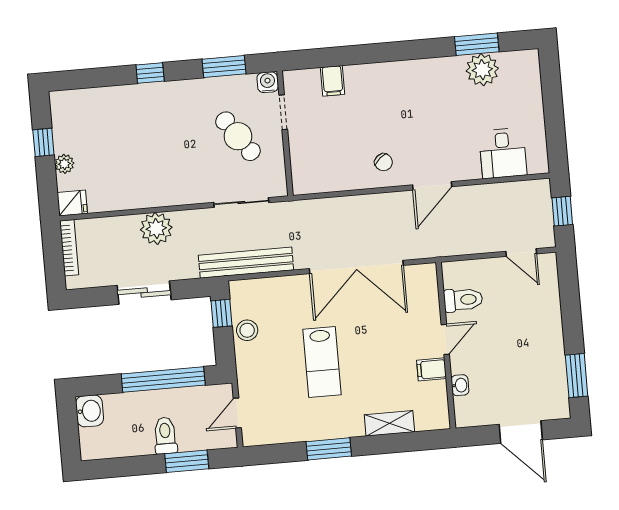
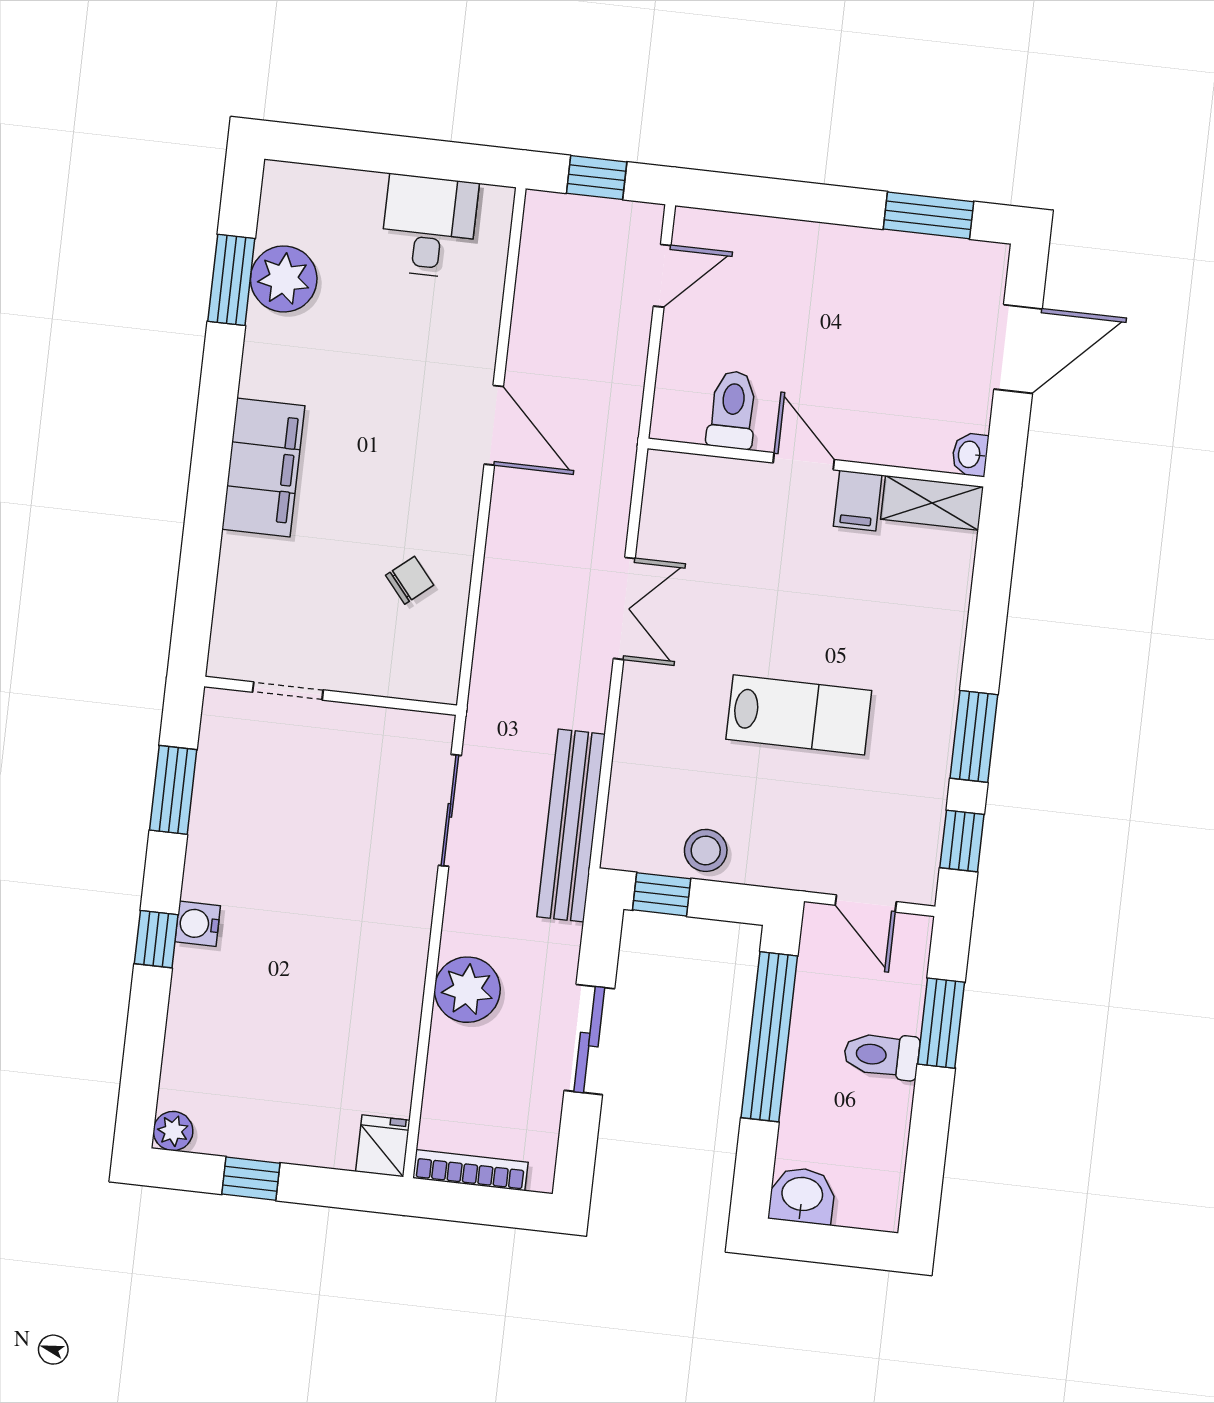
filing cabinet: (333, 81) -> (263, 468), moved, width x3.00, depth x1.17
water cooler: (268, 82) -> (198, 924), moved
cafe table: (238, 136) -> (317, 790), removed
desk: (503, 153) -> (429, 226), moved, turned -90
chair: (384, 162) -> (410, 580), moved
plant: (64, 164) -> (173, 1131), moved
double door: (356, 267) -> (624, 608), width x0.54
washbasin: (460, 385) -> (970, 454), moved, turned -90
shelving: (389, 423) -> (932, 503), moved, turned 90
window: (277, 453) -> (962, 841), added

